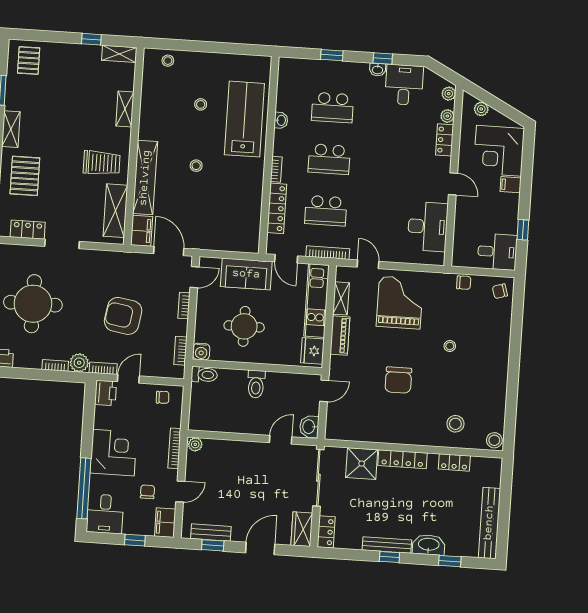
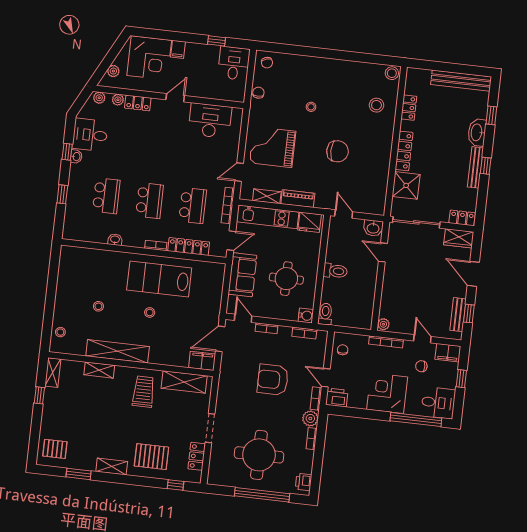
lab bench: (244, 119) -> (159, 279), moved
shelving: (145, 178) -> (118, 351), moved
armchair: (123, 316) -> (273, 380), turned 81

